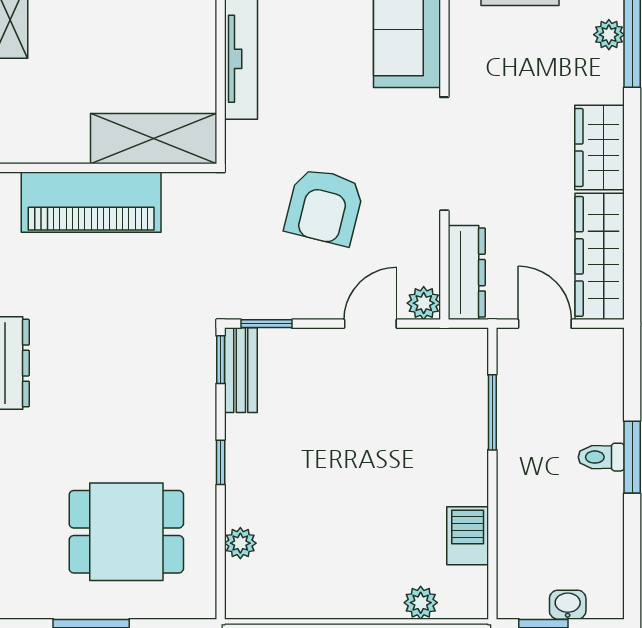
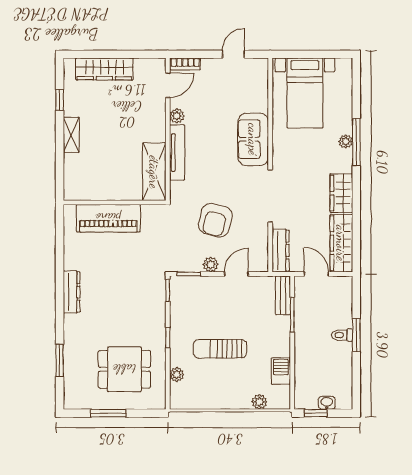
shelving: (154, 139) -> (154, 172), moved, turned 90
plant: (424, 303) -> (211, 264), moved
bench: (241, 370) -> (283, 295), moved
sun lounger: (335, 487) -> (220, 349), added

